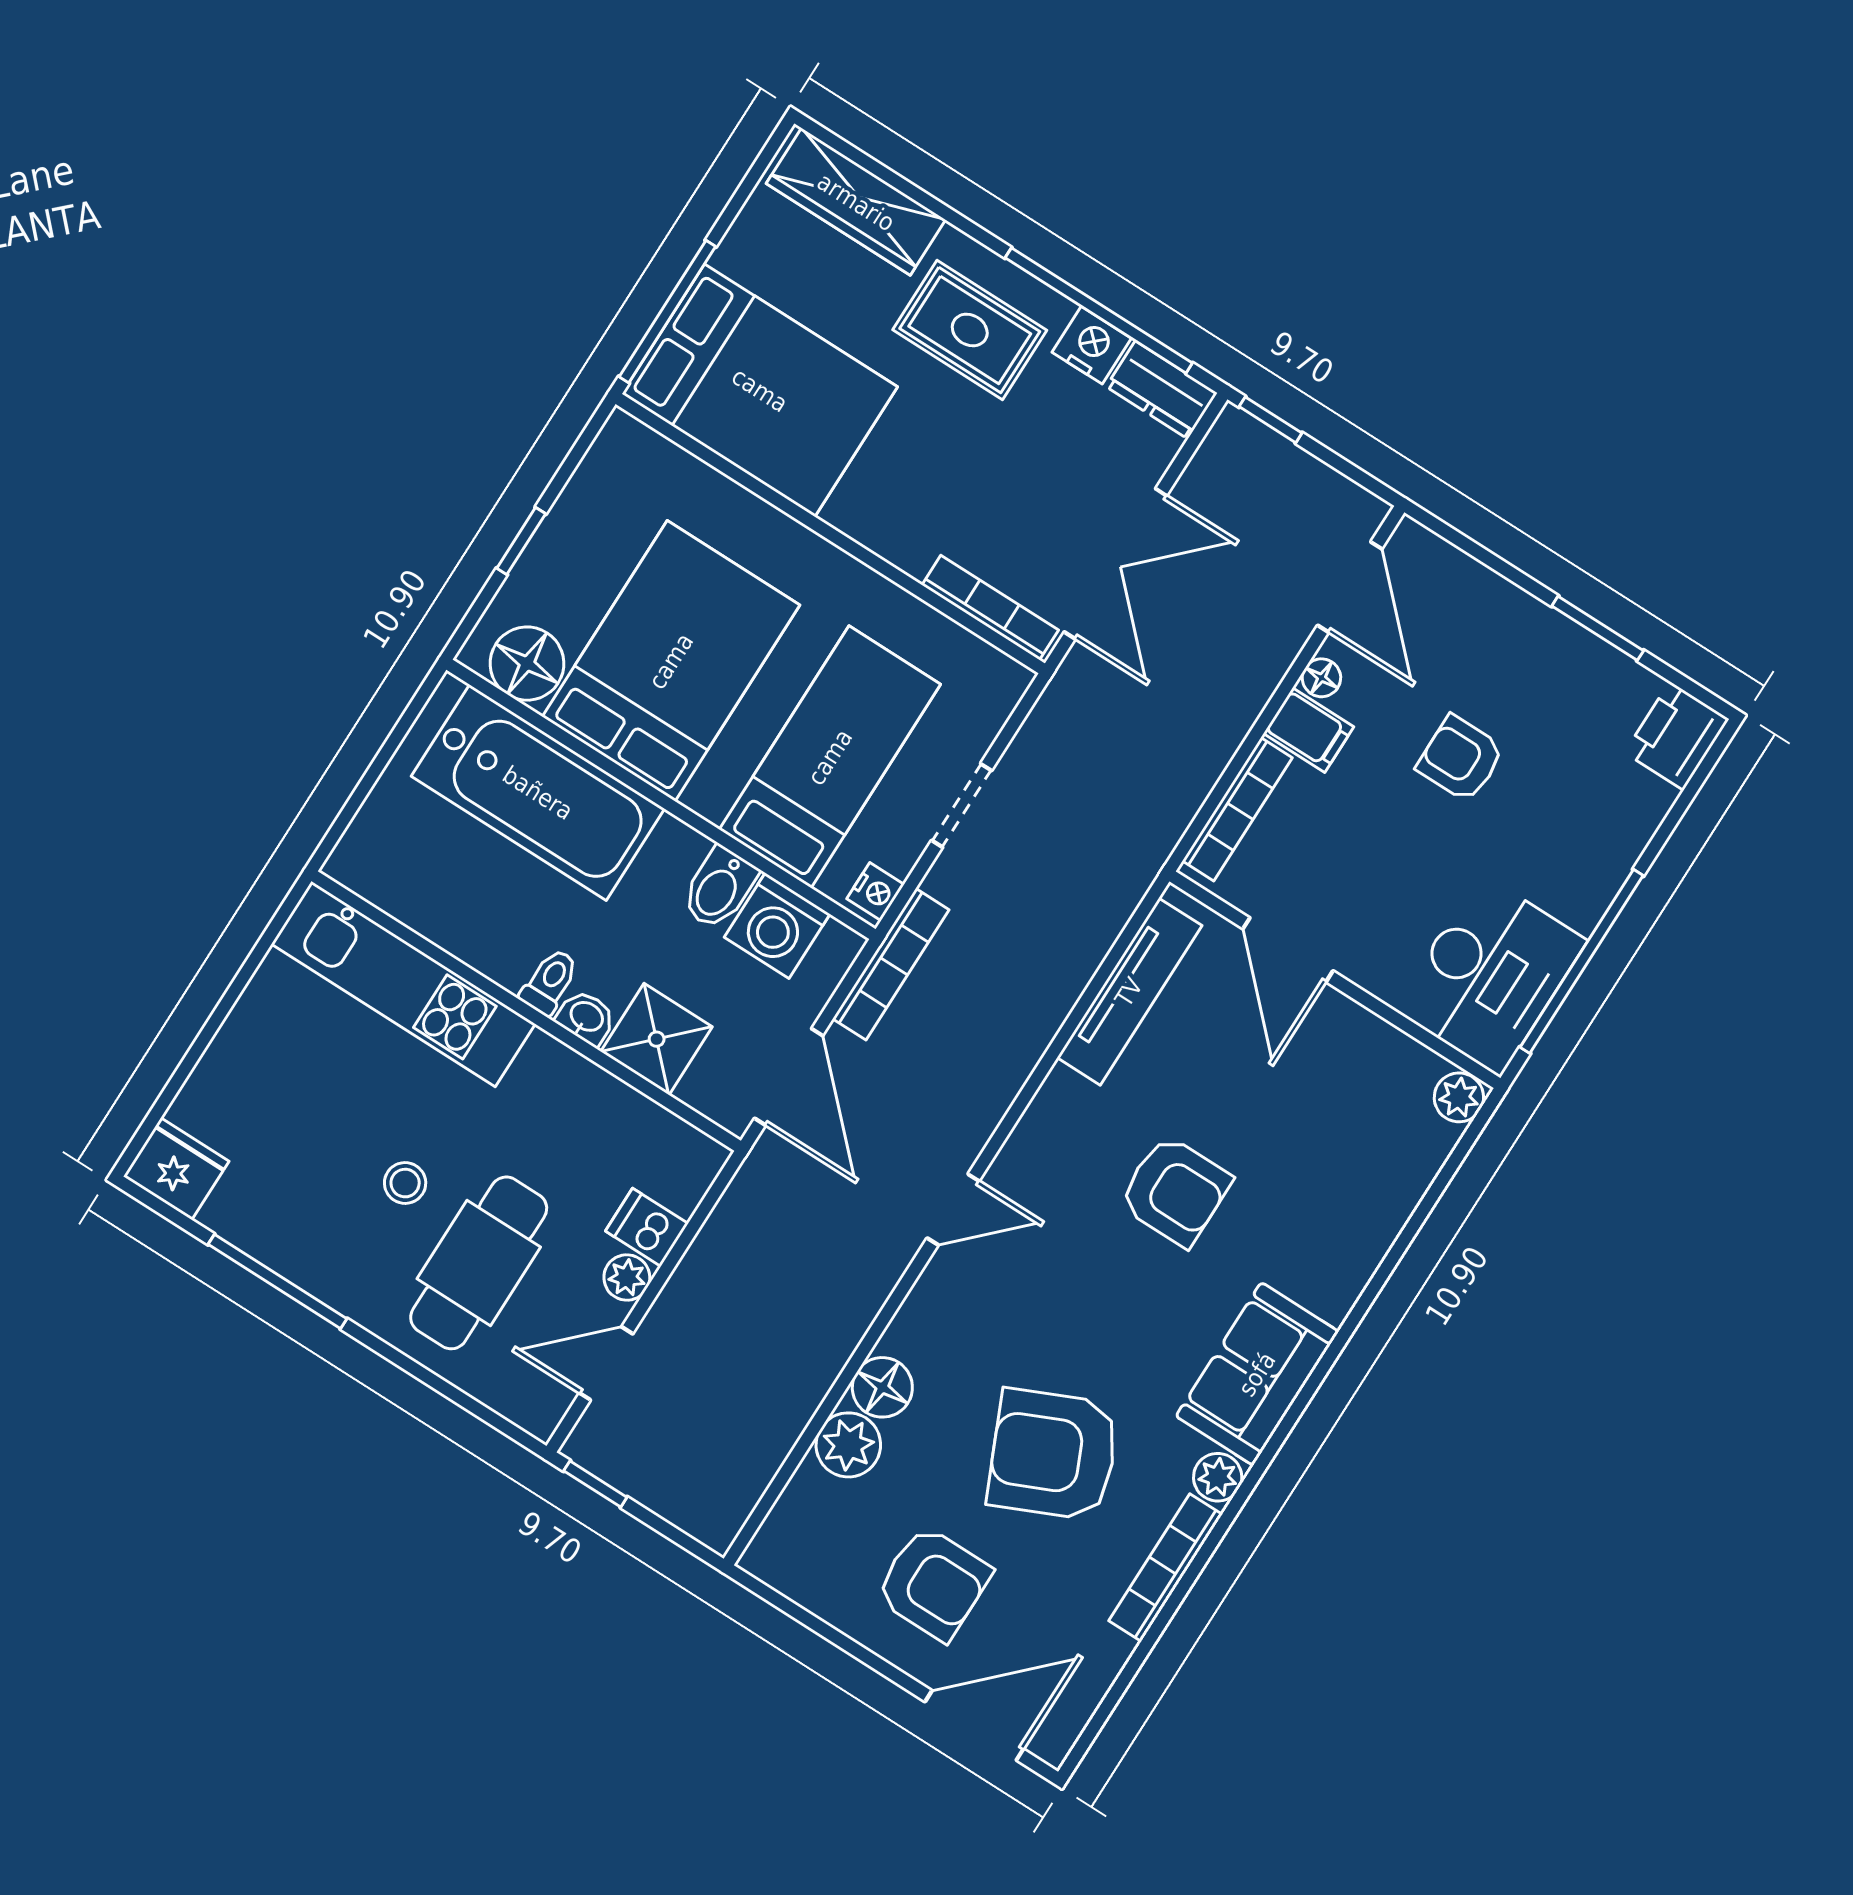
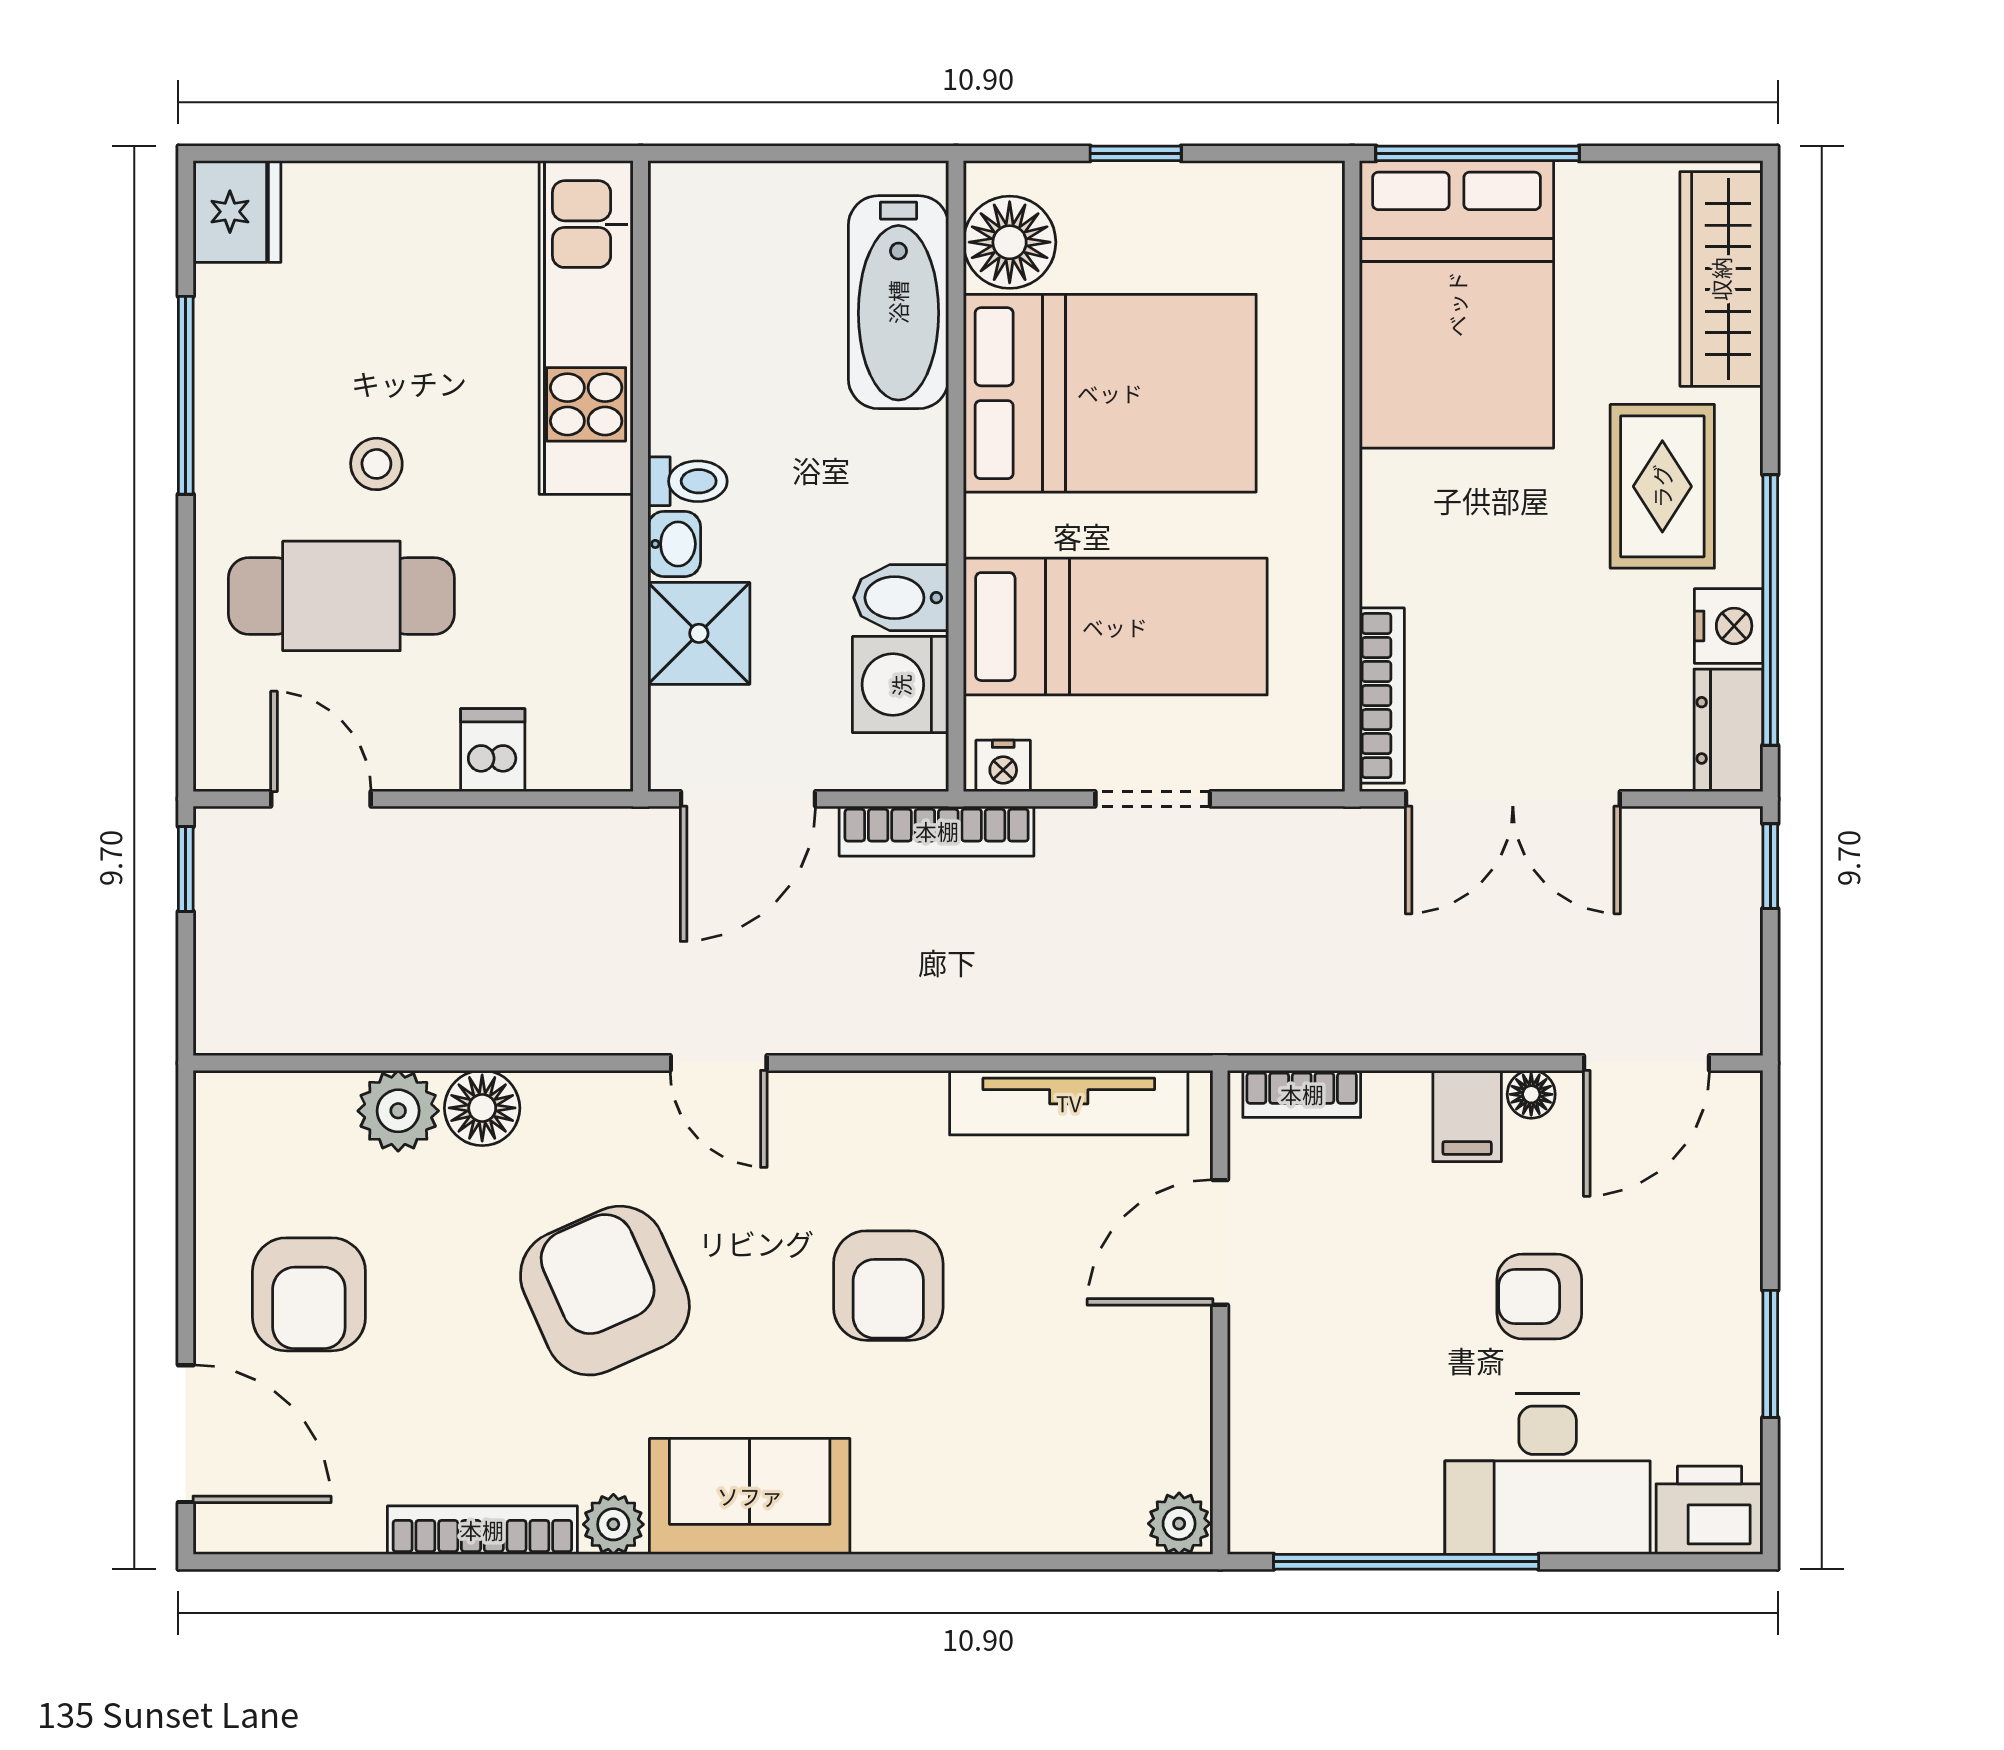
armchair: (1461, 759) -> (1539, 1296), turned -90
bathtub: (538, 793) -> (898, 302), width x0.73, depth x0.73
bookcase: (1237, 809) -> (1302, 1094), width x0.64
desk: (1490, 975) -> (1548, 1474), moved
plant: (627, 1277) -> (426, 763), removed
armchair: (1053, 1455) -> (605, 1291), moved

